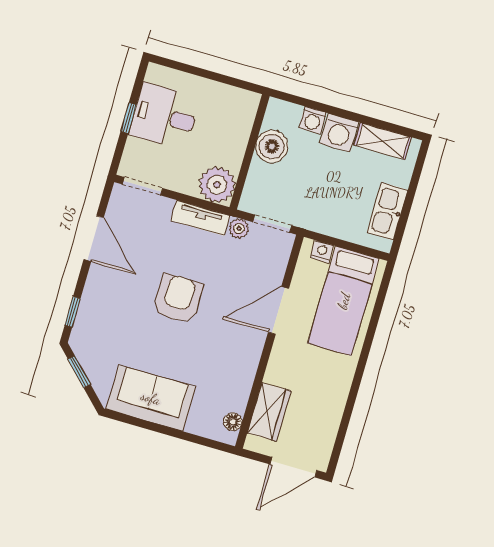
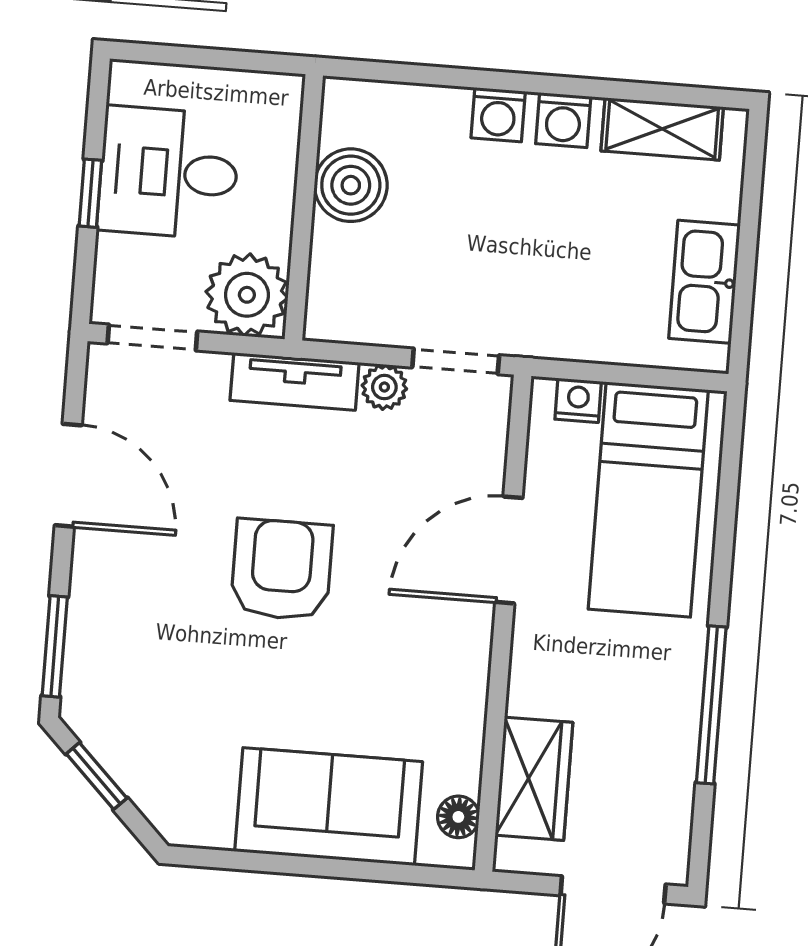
washing machine: (339, 133) -> (563, 120), width x0.73, depth x0.73
boiler: (272, 146) -> (351, 185), moved
wall: (250, 152) -> (304, 207), moved
plant: (217, 185) -> (247, 295), moved
window: (73, 312) -> (55, 646), width x1.50
window: (353, 396) -> (711, 705), added
sofa: (151, 398) -> (329, 807), moved

